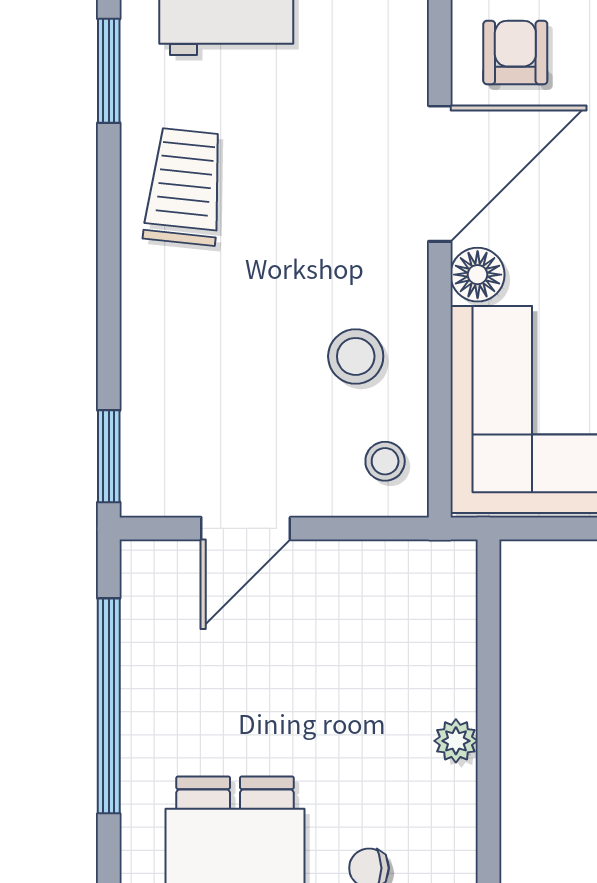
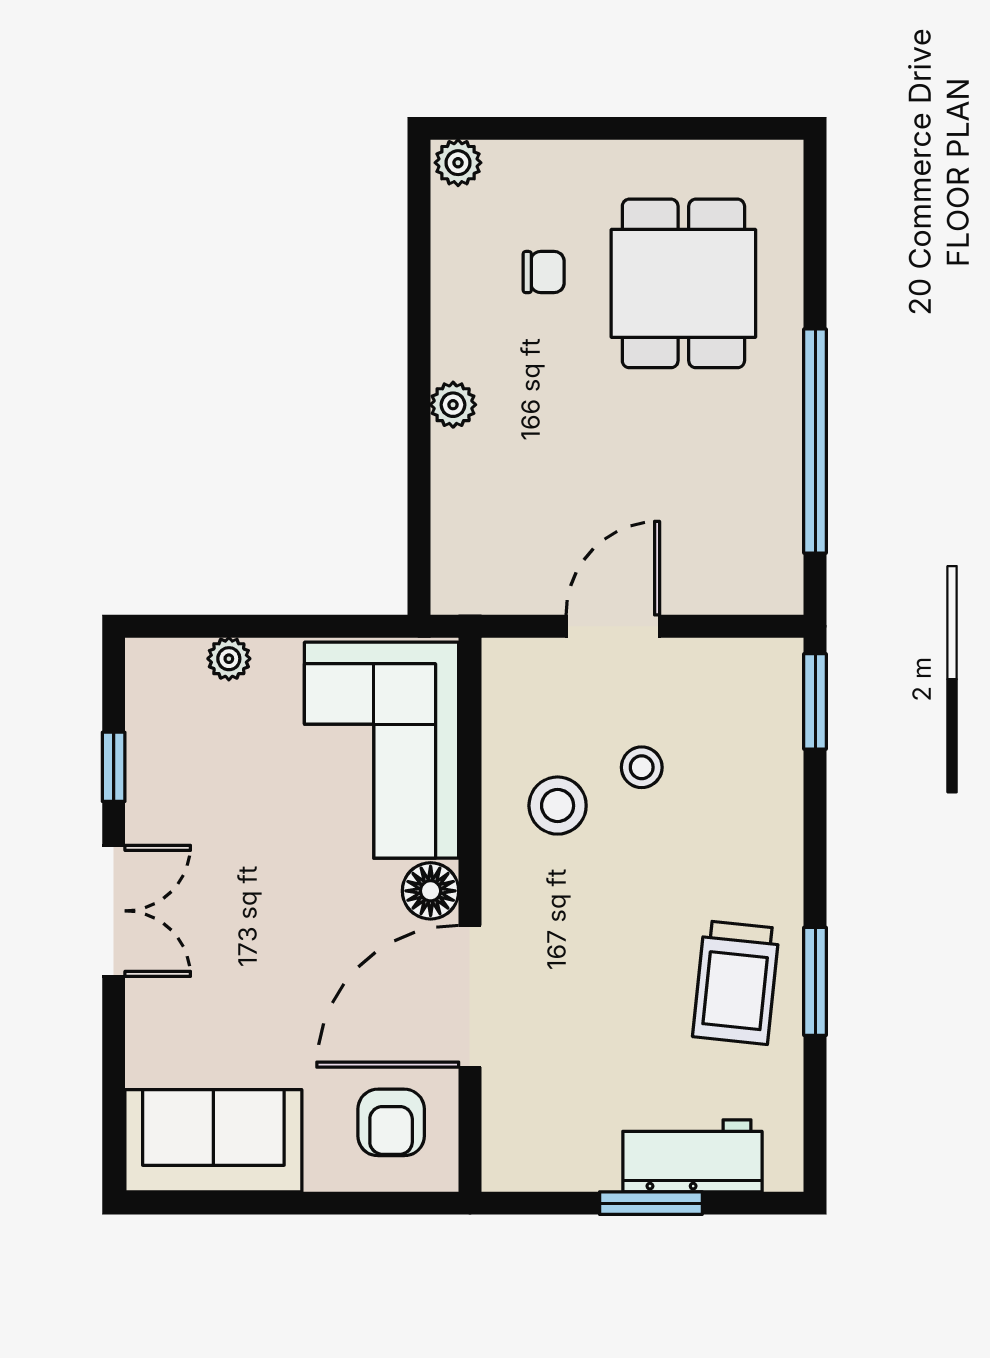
window: (109, 71) -> (815, 981), moved
stool: (385, 461) -> (642, 767), moved
door: (246, 528) -> (613, 626), moved

